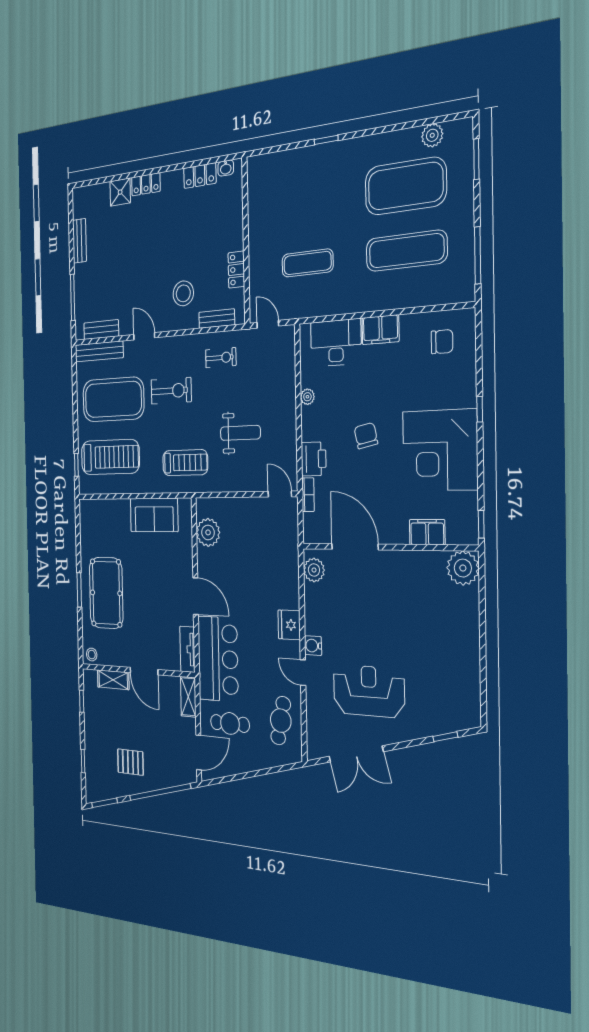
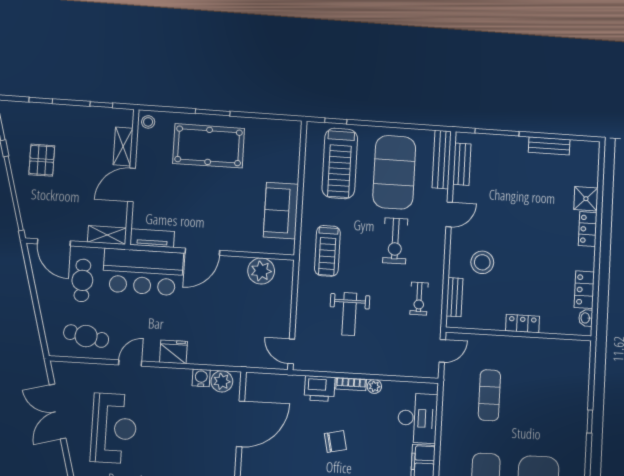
locker: (236, 270) -> (523, 324), moved
door: (280, 494) -> (291, 351), swing flipped
bookcase: (308, 495) -> (351, 384), moved
water cooler: (313, 646) -> (201, 378), moved

